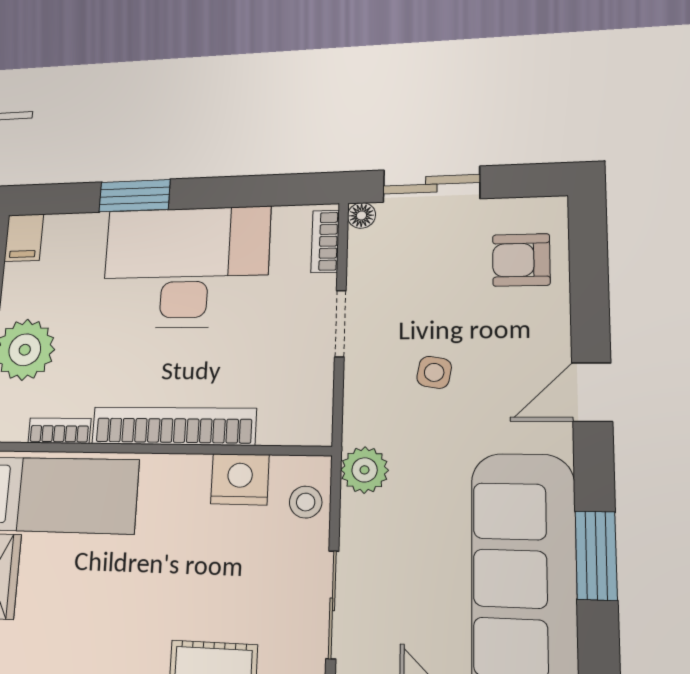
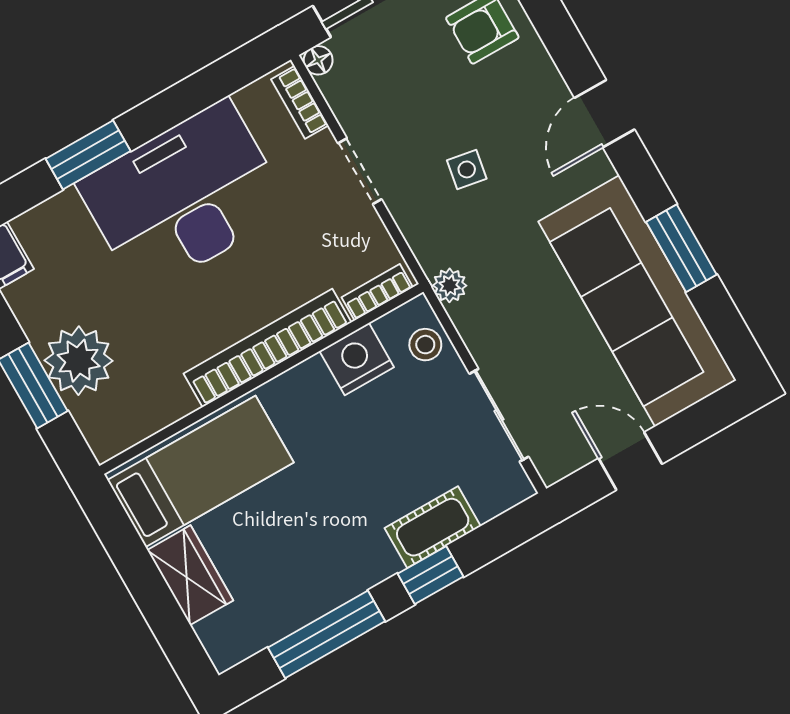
bookcase: (59, 431) -> (377, 292), moved
plant: (365, 470) -> (450, 285), width x0.73, depth x0.73

